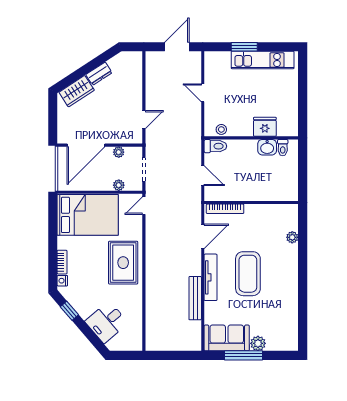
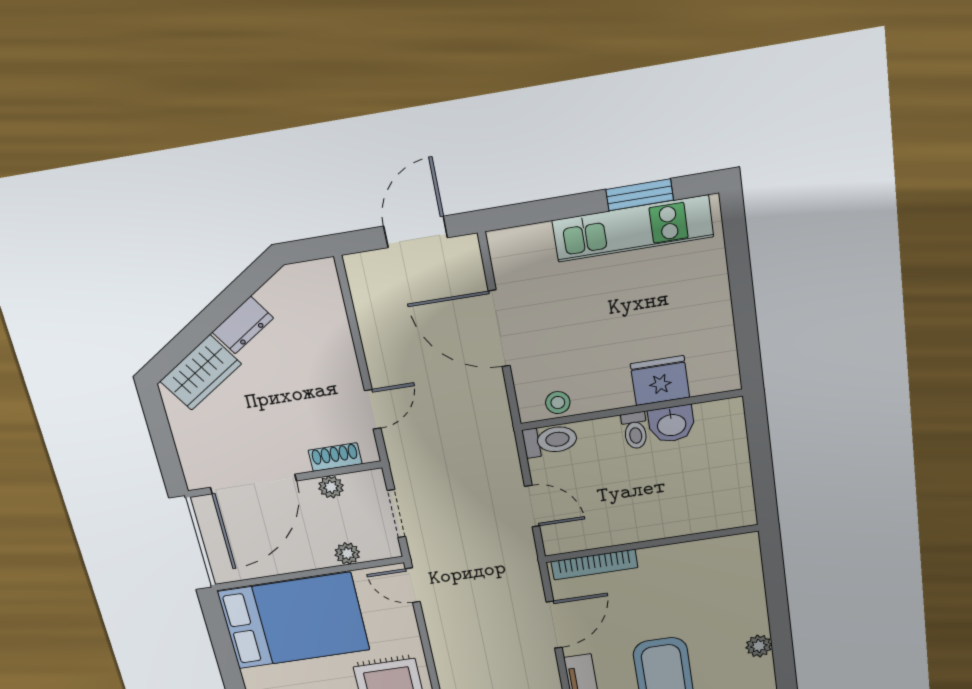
window: (244, 47) -> (640, 195), moved
door: (203, 93) -> (499, 329), width x1.88
shoe rack: (124, 139) -> (335, 457), added
toilet: (283, 148) -> (635, 431), moved
door: (144, 206) -> (413, 585), hinge flipped
plant: (292, 237) -> (759, 646), moved

